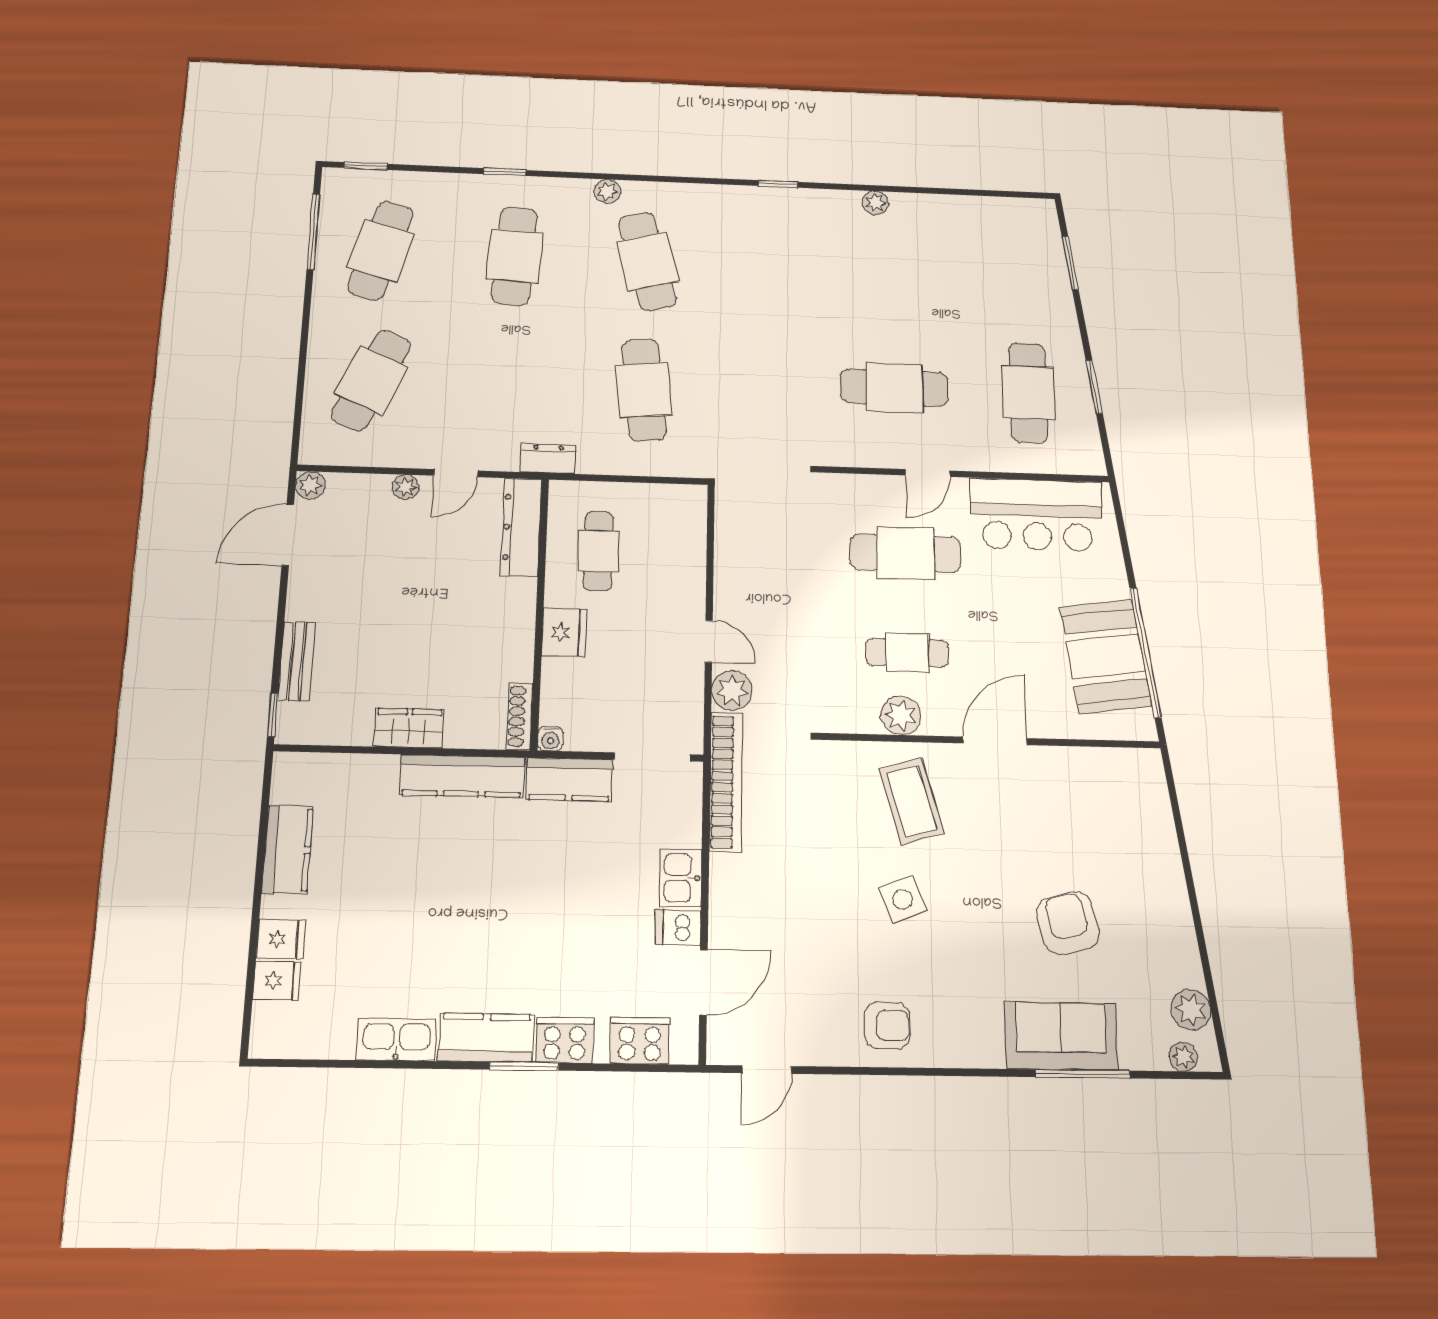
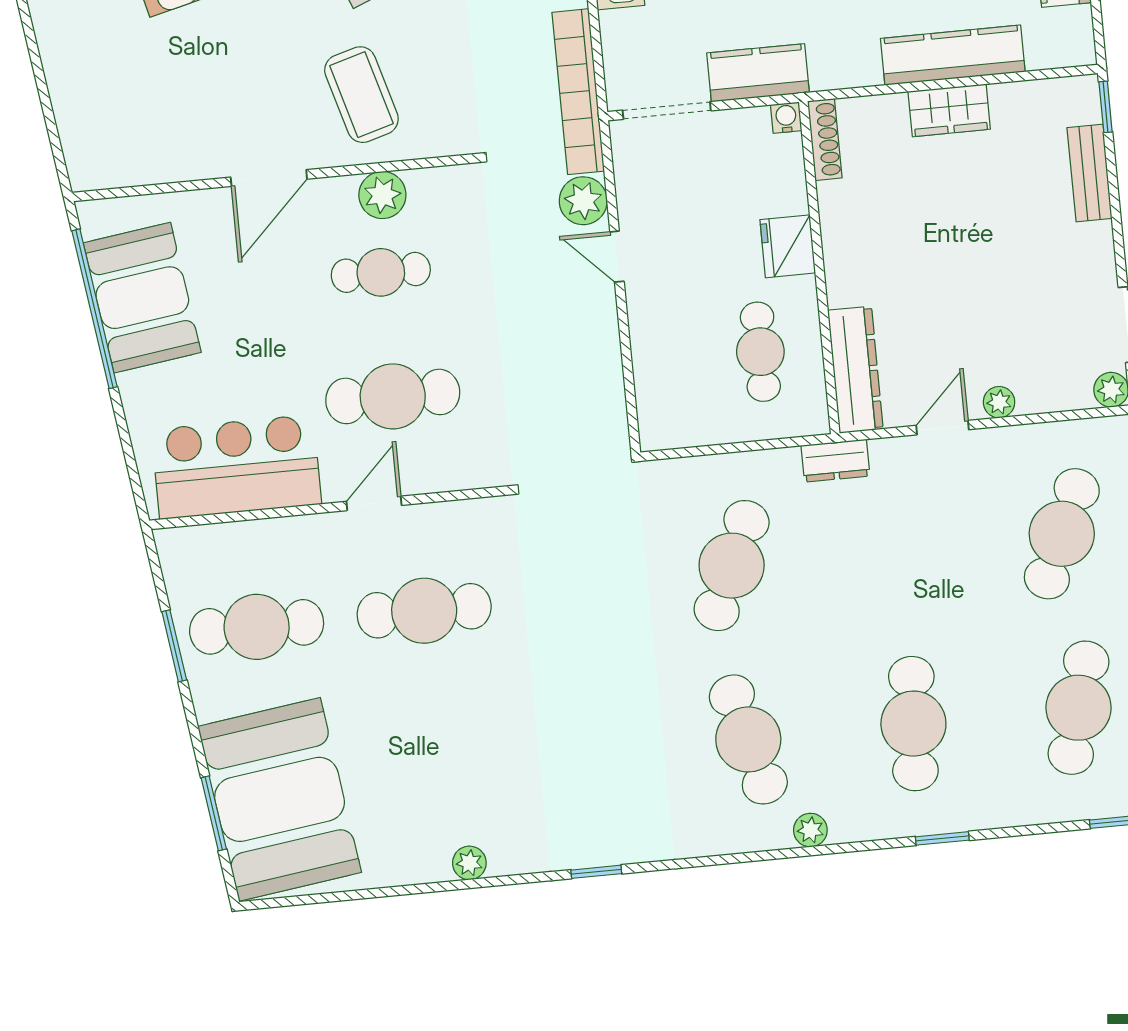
booth: (1019, 266) -> (280, 799), added
cafe table: (644, 390) -> (732, 566), turned 30
cafe table: (1028, 393) -> (257, 627), turned 90
kitchen counter: (462, 776) -> (953, 55), moved

